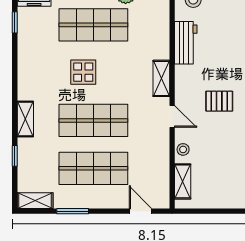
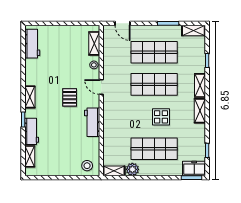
workbench: (186, 43) -> (92, 122), moved
shelving: (161, 78) -> (200, 111), moved
pallet: (219, 101) -> (70, 97), turned 90

